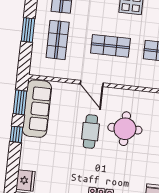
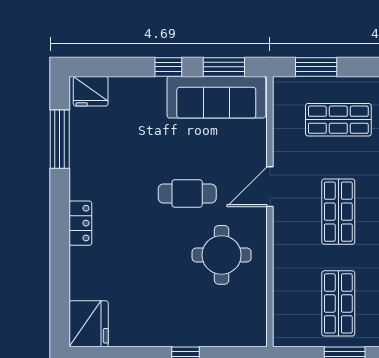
window: (28, 30) -> (316, 67), moved
round table: (125, 129) -> (222, 255), moved

